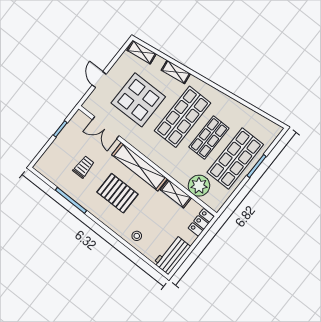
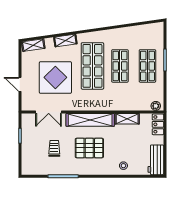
shop shelf: (235, 158) -> (147, 66), width x0.70, depth x0.74
plant: (199, 186) -> (156, 106), moved, width x0.53, depth x0.53

